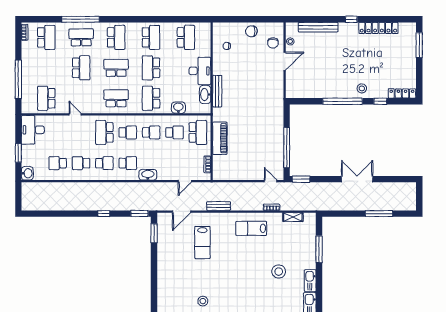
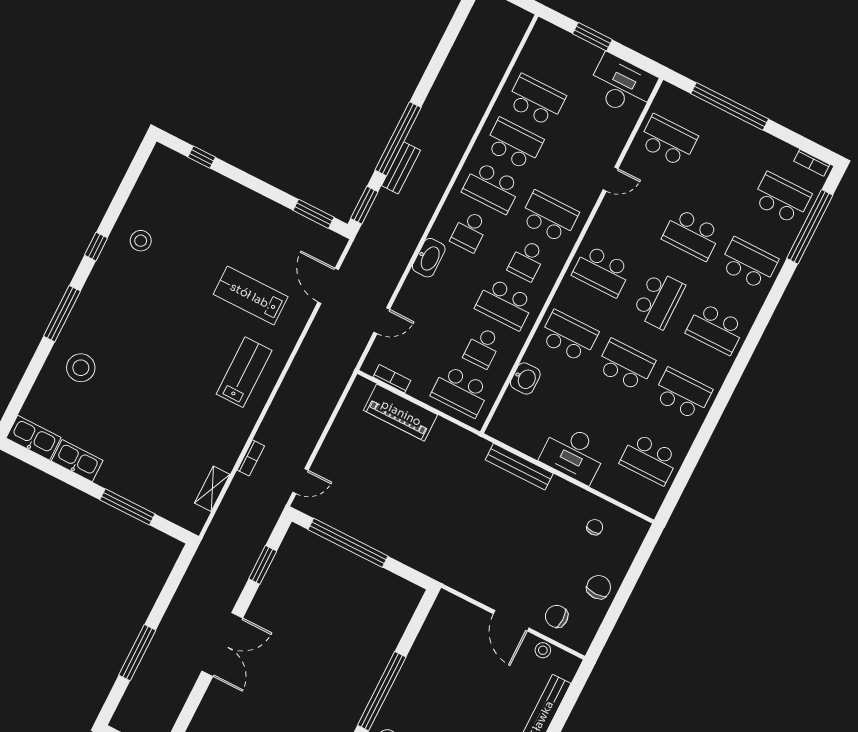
window: (81, 19) -> (810, 227), moved
school desk: (46, 37) -> (782, 198), turned 180
school desk: (81, 37) -> (749, 263), turned -90
school desk: (151, 37) -> (682, 394), turned 180
washbasin: (205, 94) -> (524, 441), removed
school desk: (116, 98) -> (602, 271), turned 90
school desk: (151, 132) -> (505, 304), width x1.85
piano: (220, 138) -> (401, 413), moved
school desk: (58, 163) -> (536, 100), width x1.85
school desk: (81, 163) -> (514, 144), width x1.85
school desk: (104, 163) -> (492, 188), width x1.85
washbasin: (27, 173) -> (546, 34), removed
window: (301, 179) -> (263, 565), moved
door: (185, 181) -> (382, 321), swing flipped
bench: (219, 206) -> (401, 168), moved
window: (104, 214) -> (398, 139), width x3.17
lab bench: (251, 228) -> (244, 372), moved
stool: (279, 272) -> (81, 368), moved
window: (154, 293) -> (202, 157), added

